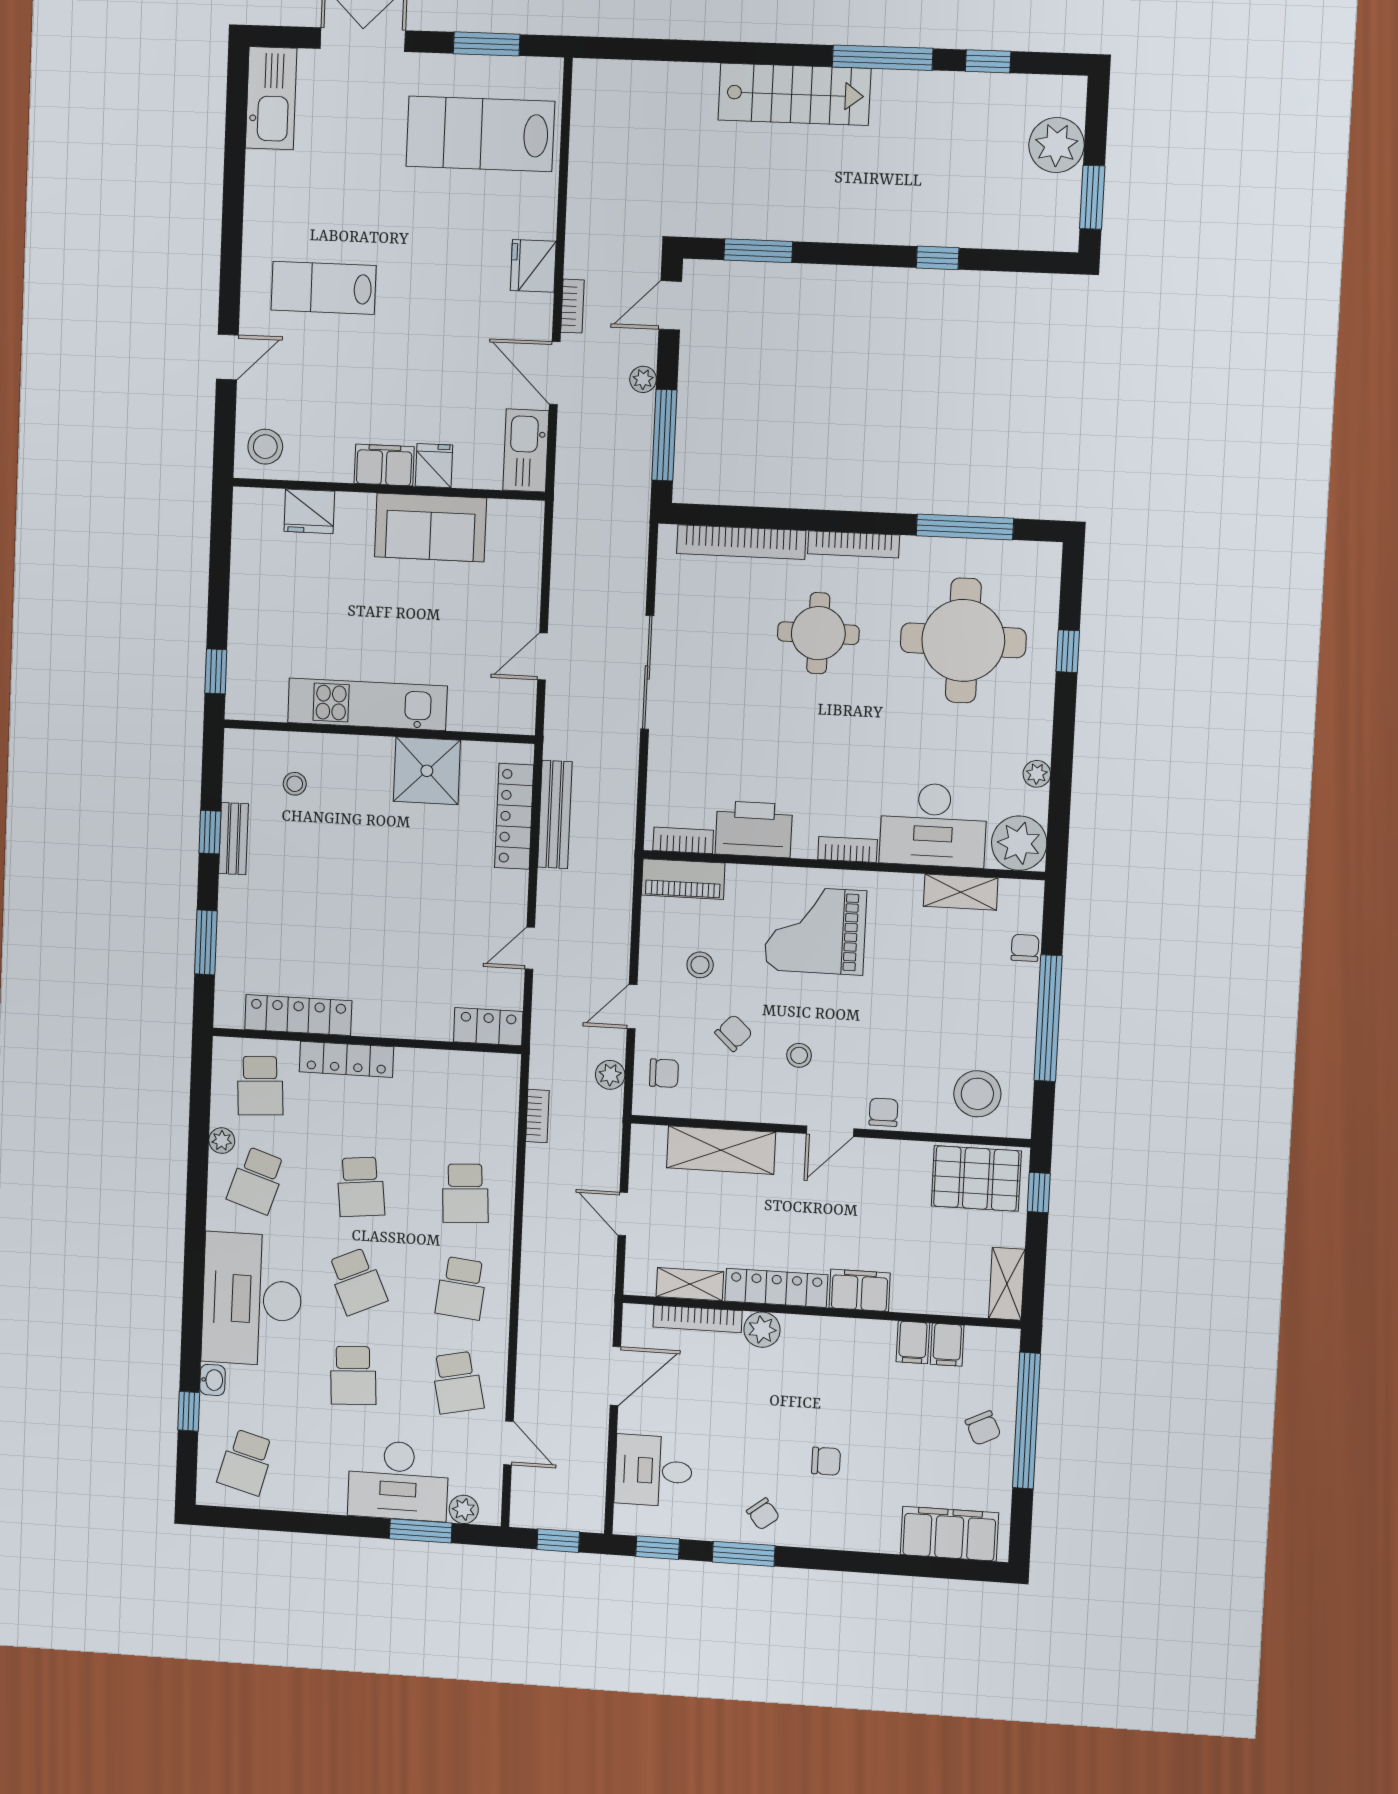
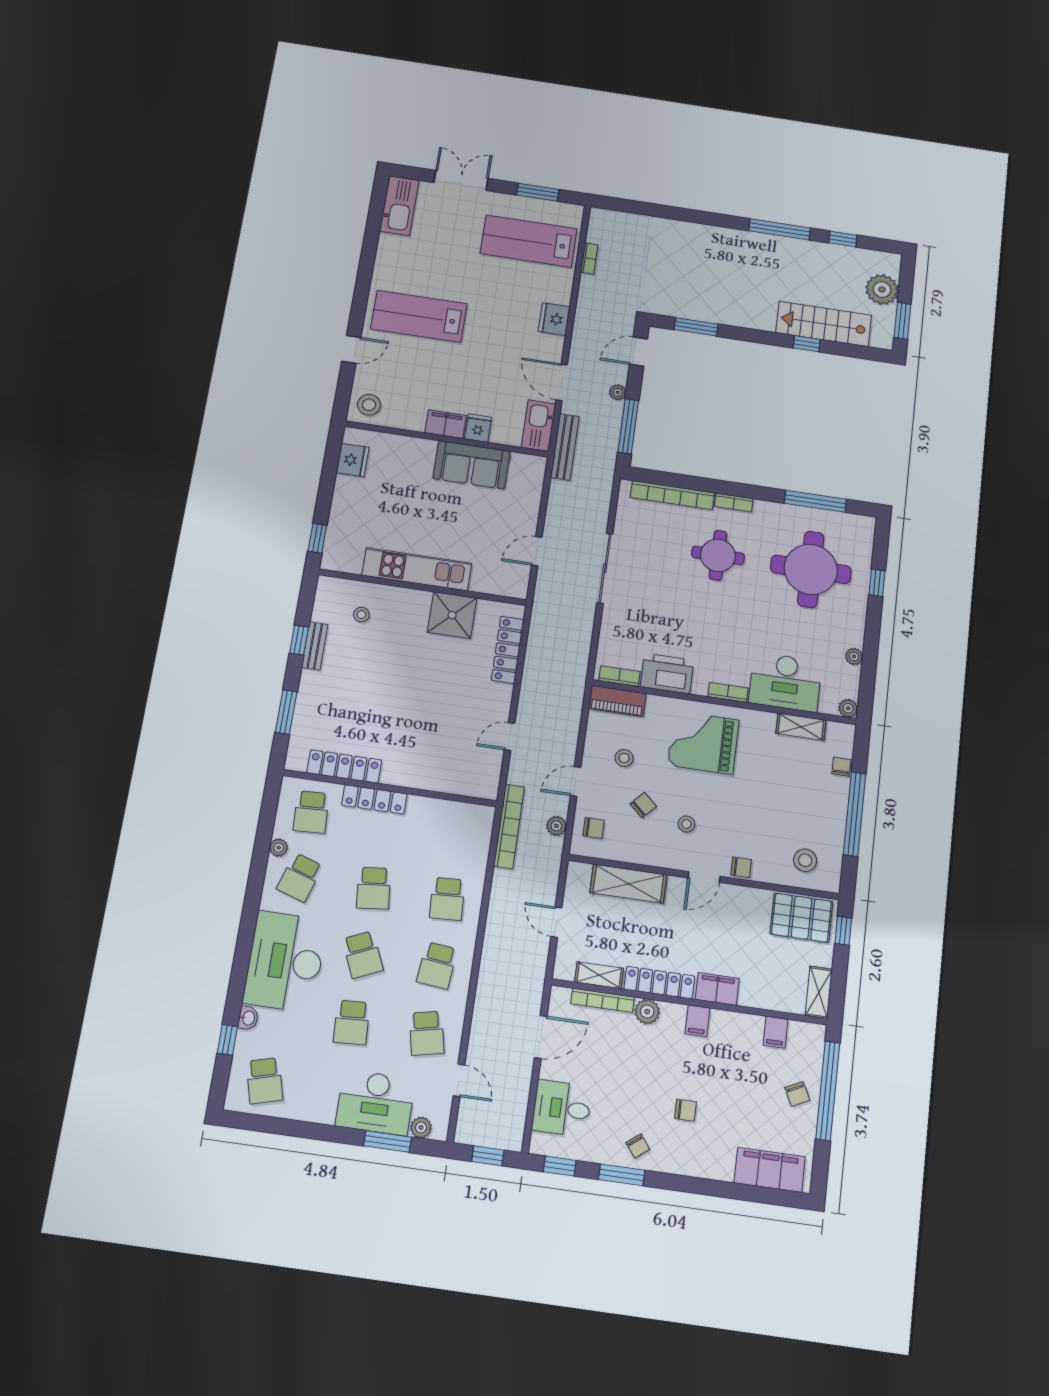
stairs: (794, 94) -> (824, 324), moved, turned 180
lab bench: (324, 288) -> (419, 316), width x1.36, depth x1.39
bookcase: (572, 306) -> (589, 258), moved
fridge: (309, 511) -> (353, 460), moved, turned -90
bookcase: (854, 544) -> (734, 502), width x0.64
bench: (555, 814) -> (565, 447), moved
plant: (1019, 843) -> (848, 708), width x0.53, depth x0.53
locker: (488, 1027) -> (476, 786), removed
stool: (977, 1094) -> (805, 860), width x0.73, depth x0.73
chair: (883, 1112) -> (741, 867), turned 90
bookcase: (537, 1116) -> (509, 826), width x2.31, depth x1.31
filing cabinet: (913, 1342) -> (697, 1021), moved
school desk: (246, 1462) -> (265, 1081), turned -30

